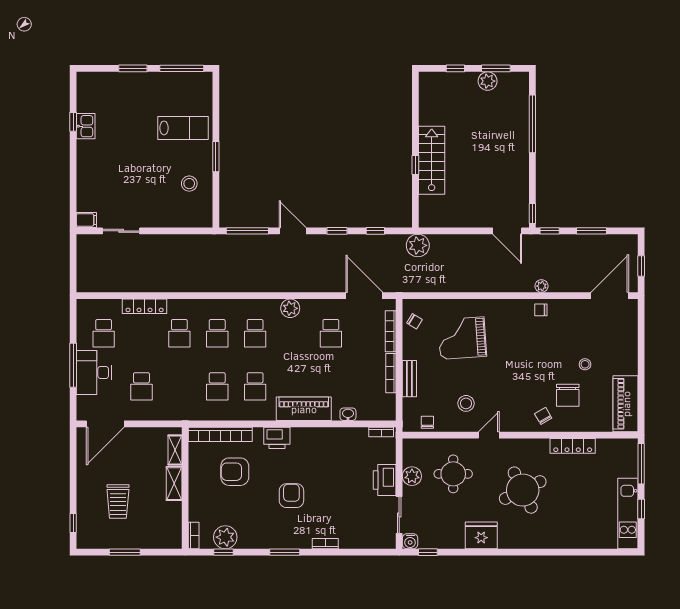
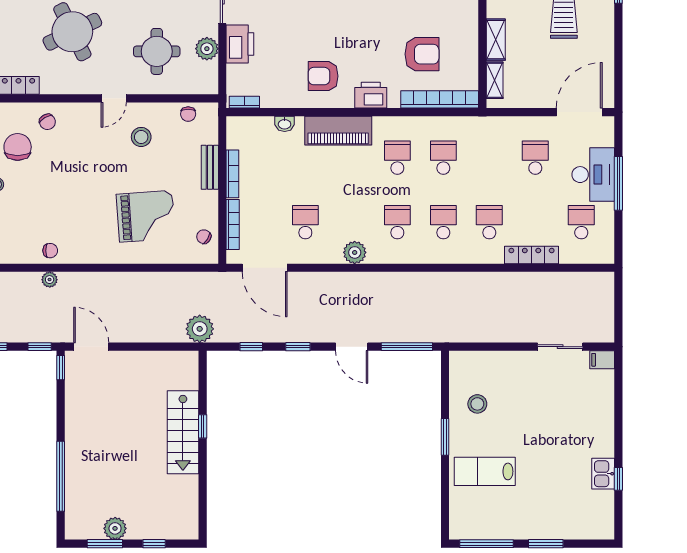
armchair: (291, 496) -> (323, 76), moved, turned 90

